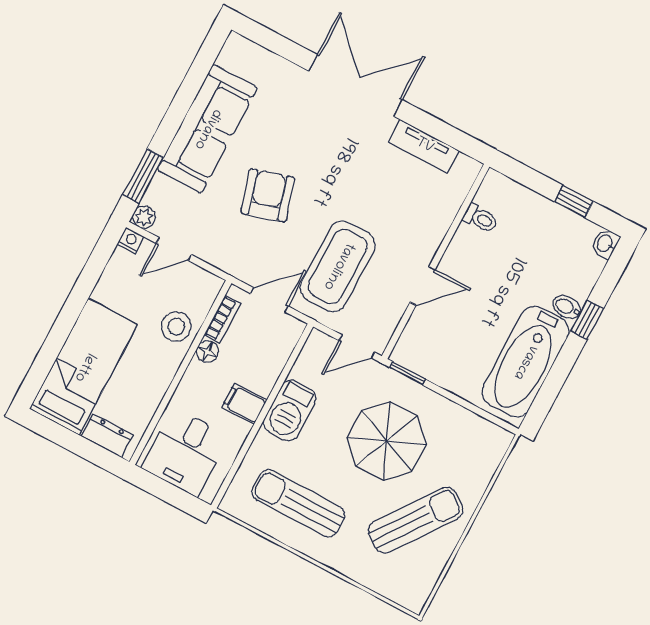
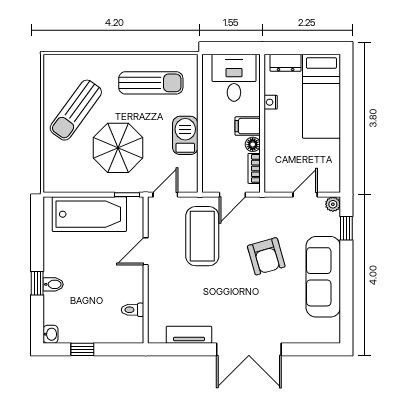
window: (143, 176) -> (346, 228), width x0.67
nightstand: (131, 240) -> (271, 102), moved, turned 90
stool: (176, 327) -> (279, 149), removed
bathtub: (525, 362) -> (89, 214), moved, turned 90
filing cabinet: (244, 404) -> (248, 126), moved, turned 180

